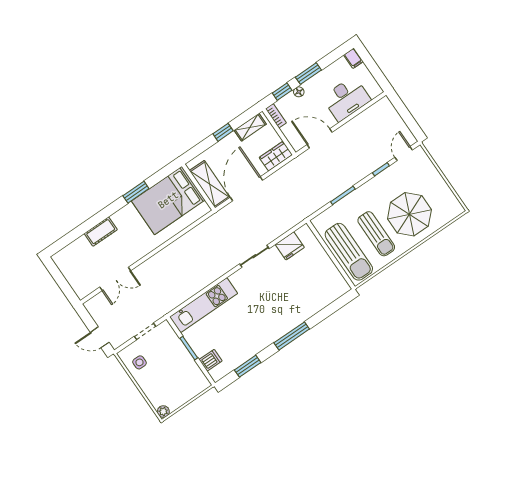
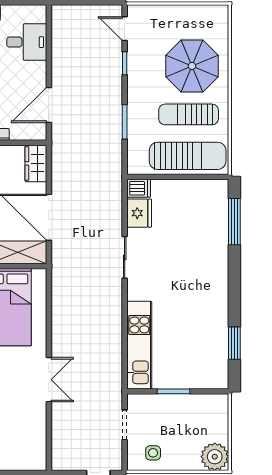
desk: (346, 99) -> (27, 42), width x0.73
sun lounger: (376, 234) -> (189, 114), turned 180
double door: (115, 279) -> (49, 380), moved
window: (292, 336) -> (234, 222), moved
dishwasher: (211, 360) -> (139, 188), moved, turned 90
plant: (163, 412) -> (215, 457), width x1.87, depth x1.87

